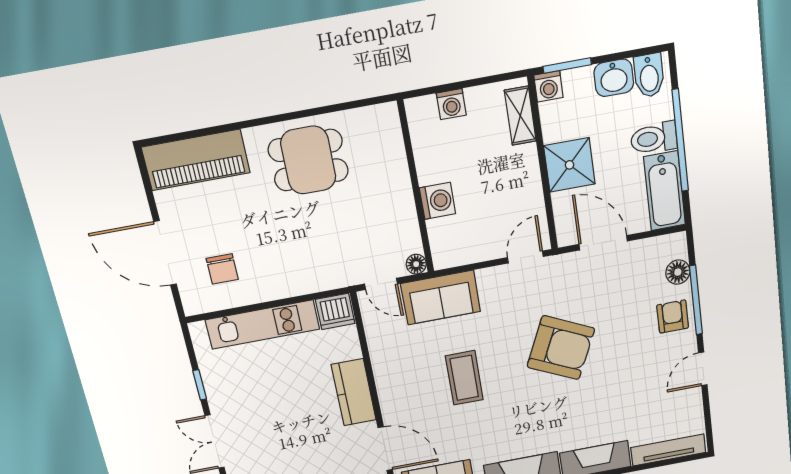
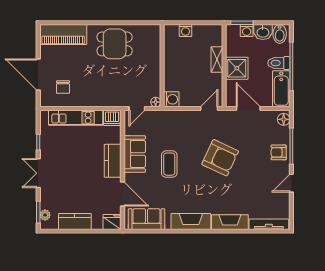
washing machine: (548, 86) -> (247, 31), moved
shelving: (520, 116) -> (217, 59), moved
washing machine: (437, 201) -> (171, 99), moved
floor lamp: (678, 272) -> (284, 119), moved
door: (381, 284) -> (137, 109), hinge flipped
sofa: (441, 298) -> (135, 154), moved, turned -90
armchair: (673, 317) -> (279, 152), turned -90

